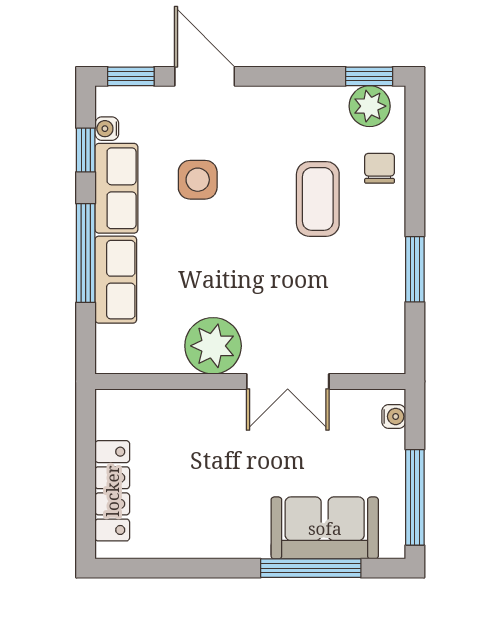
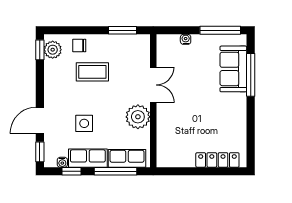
plant: (213, 346) -> (138, 117), moved
wall: (250, 381) -> (153, 101), moved
double door: (288, 381) -> (153, 85), moved

